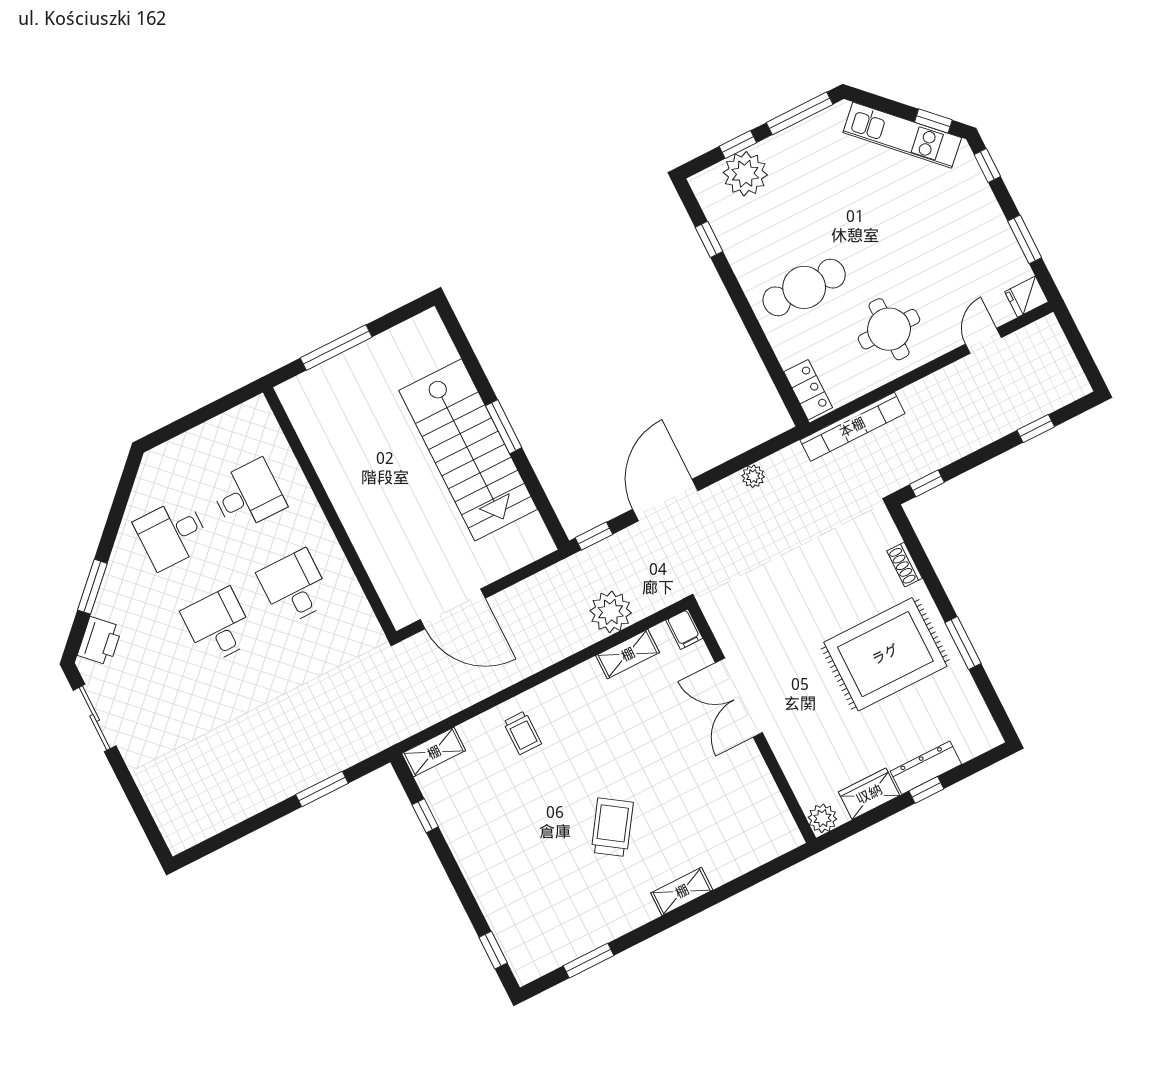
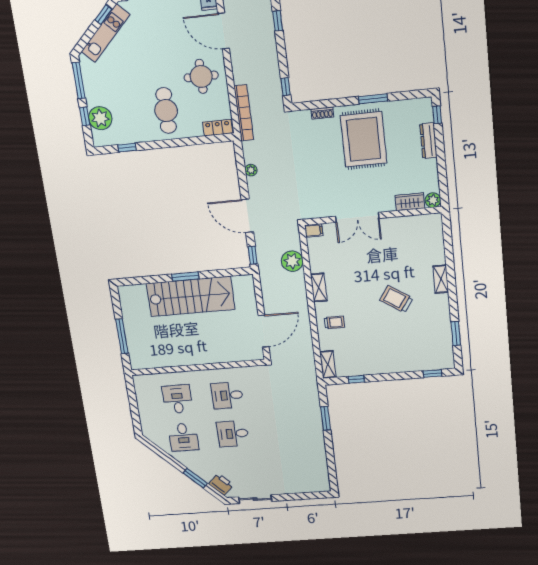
door: (983, 341) -> (223, 31), width x1.87
shelving: (628, 654) -> (319, 287), moved
window: (926, 790) -> (437, 115), moved
wardrobe: (869, 794) -> (410, 202), moved, turned 90

